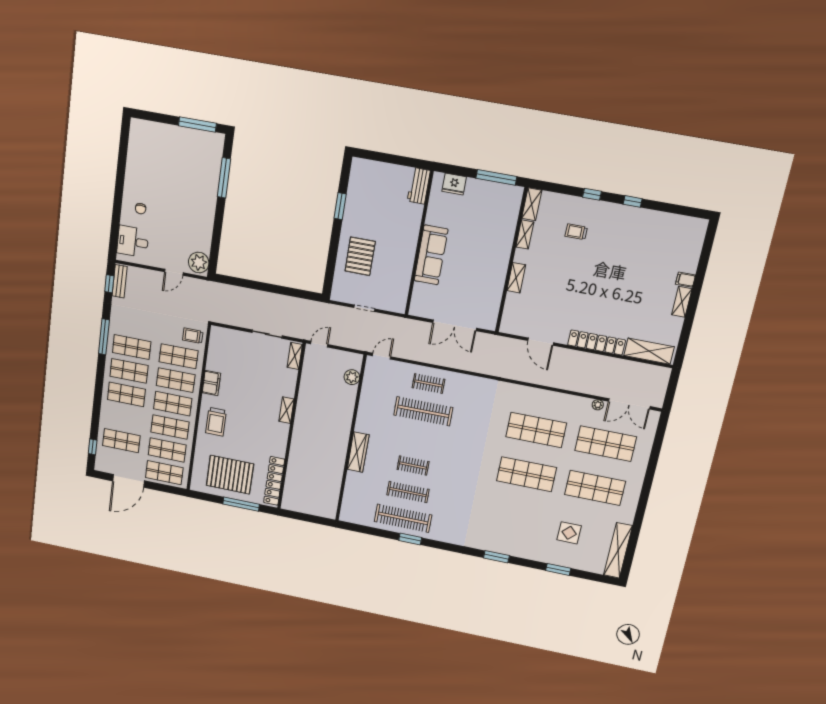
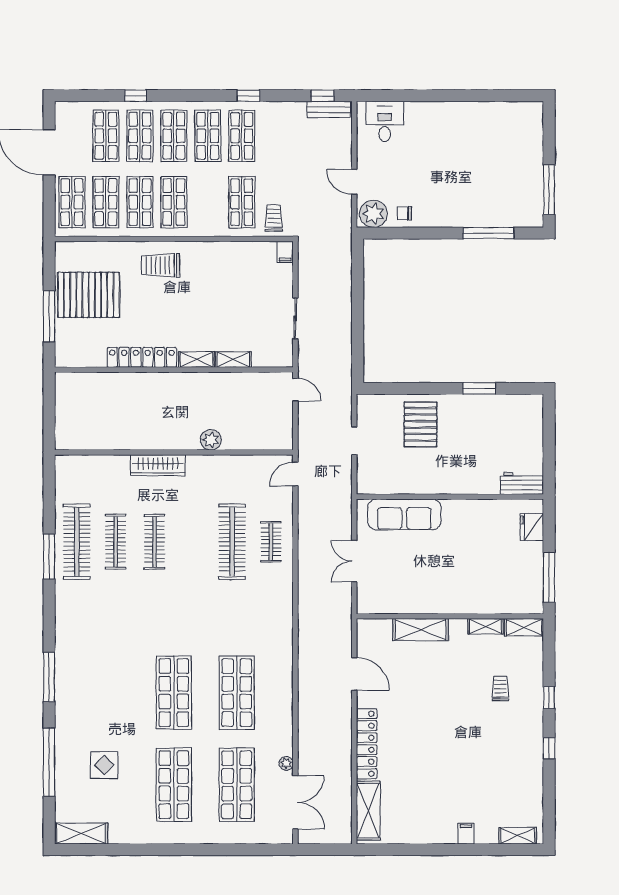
chair: (141, 209) -> (404, 213), moved
sofa: (431, 255) -> (404, 514), moved
pallet: (360, 256) -> (421, 424), turned 90
shelving: (516, 278) -> (421, 630), width x1.50, depth x1.33
shelving: (682, 302) -> (518, 836), moved
double door: (455, 325) -> (354, 561), width x0.73
window: (104, 337) -> (248, 96), width x0.46
door: (541, 342) -> (354, 674), swing flipped
shelving: (295, 356) -> (233, 359), moved
door: (381, 356) -> (295, 474), swing flipped
plant: (352, 377) -> (211, 440), moved
shop shelf: (176, 380) -> (140, 136), moved
filing cabinet: (211, 383) -> (285, 252), moved, width x0.50
double door: (629, 404) -> (295, 802), swing flipped
window: (93, 447) -> (136, 96), moved
clothes rail: (413, 466) -> (154, 542), width x1.36
pallet: (230, 475) -> (89, 295), turned 90
locker: (274, 481) -> (142, 357), moved
window: (410, 539) -> (49, 557), width x1.44
shelving: (618, 550) -> (81, 834), width x0.68
window: (496, 557) -> (49, 677), width x1.44
window: (558, 569) -> (49, 762), width x2.11

